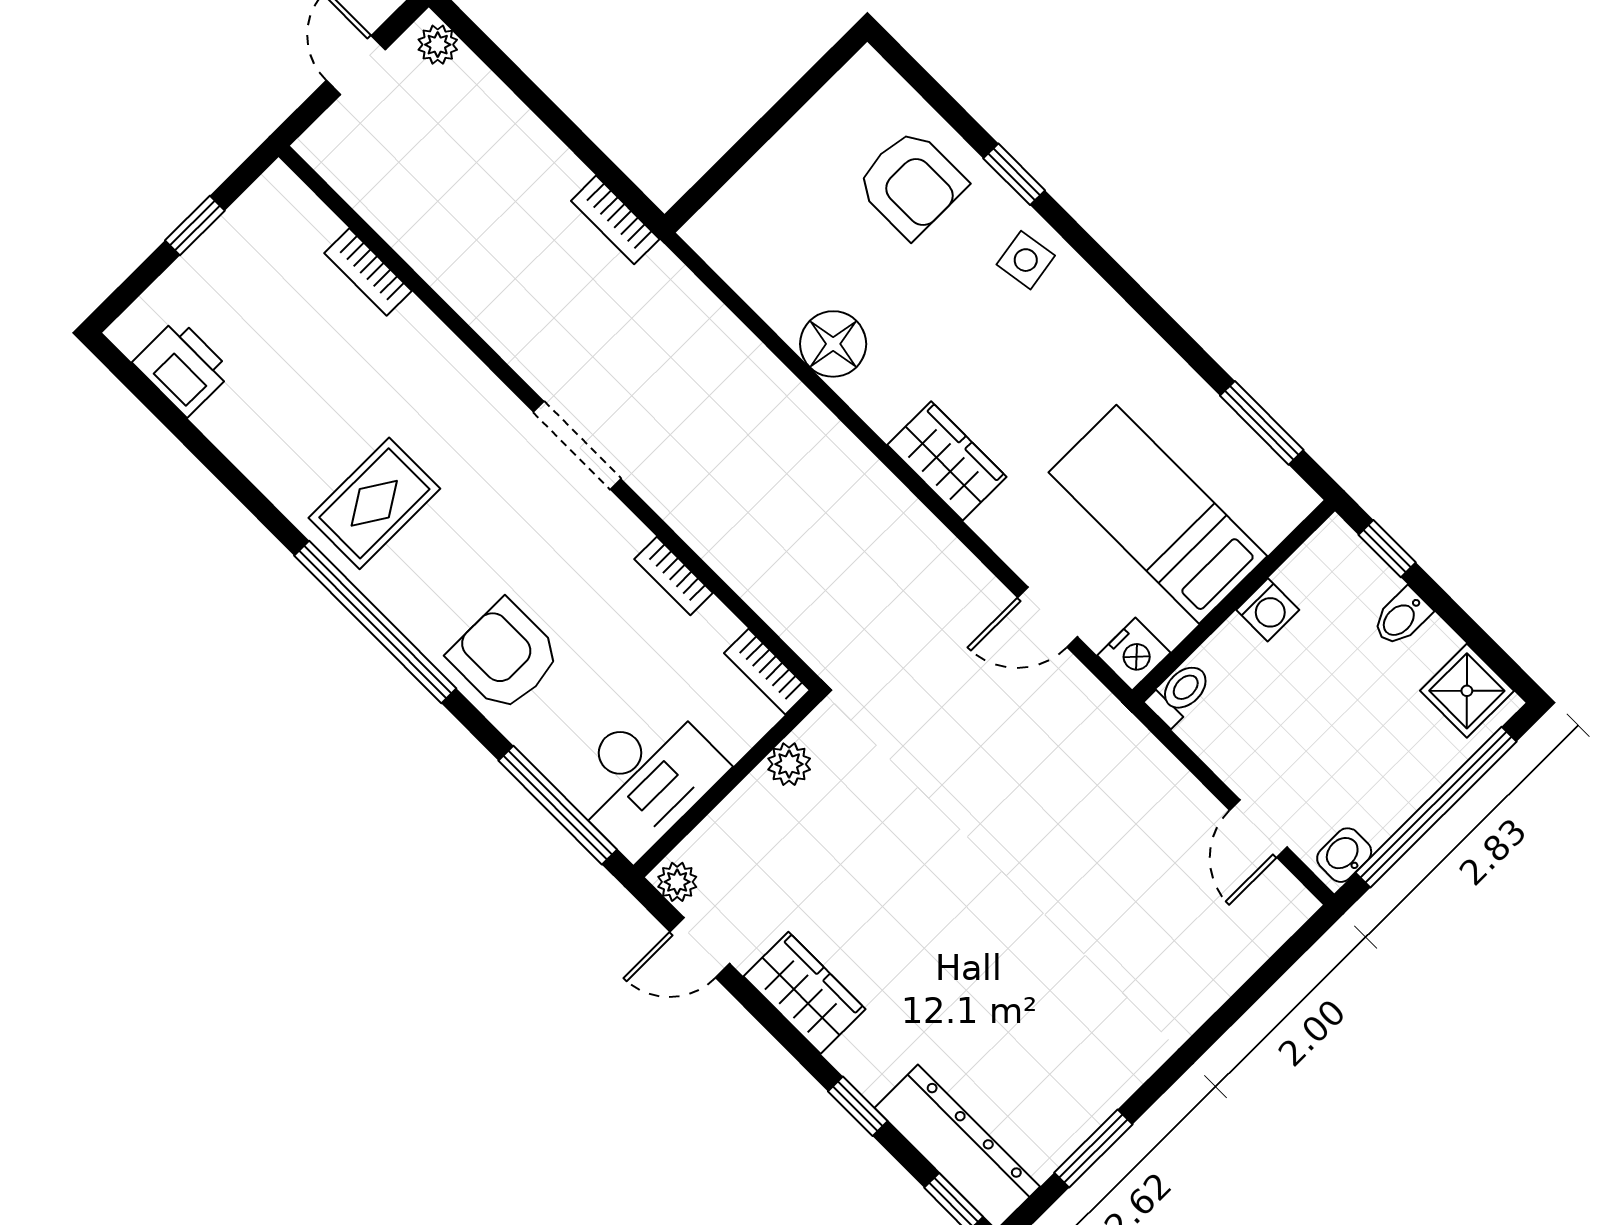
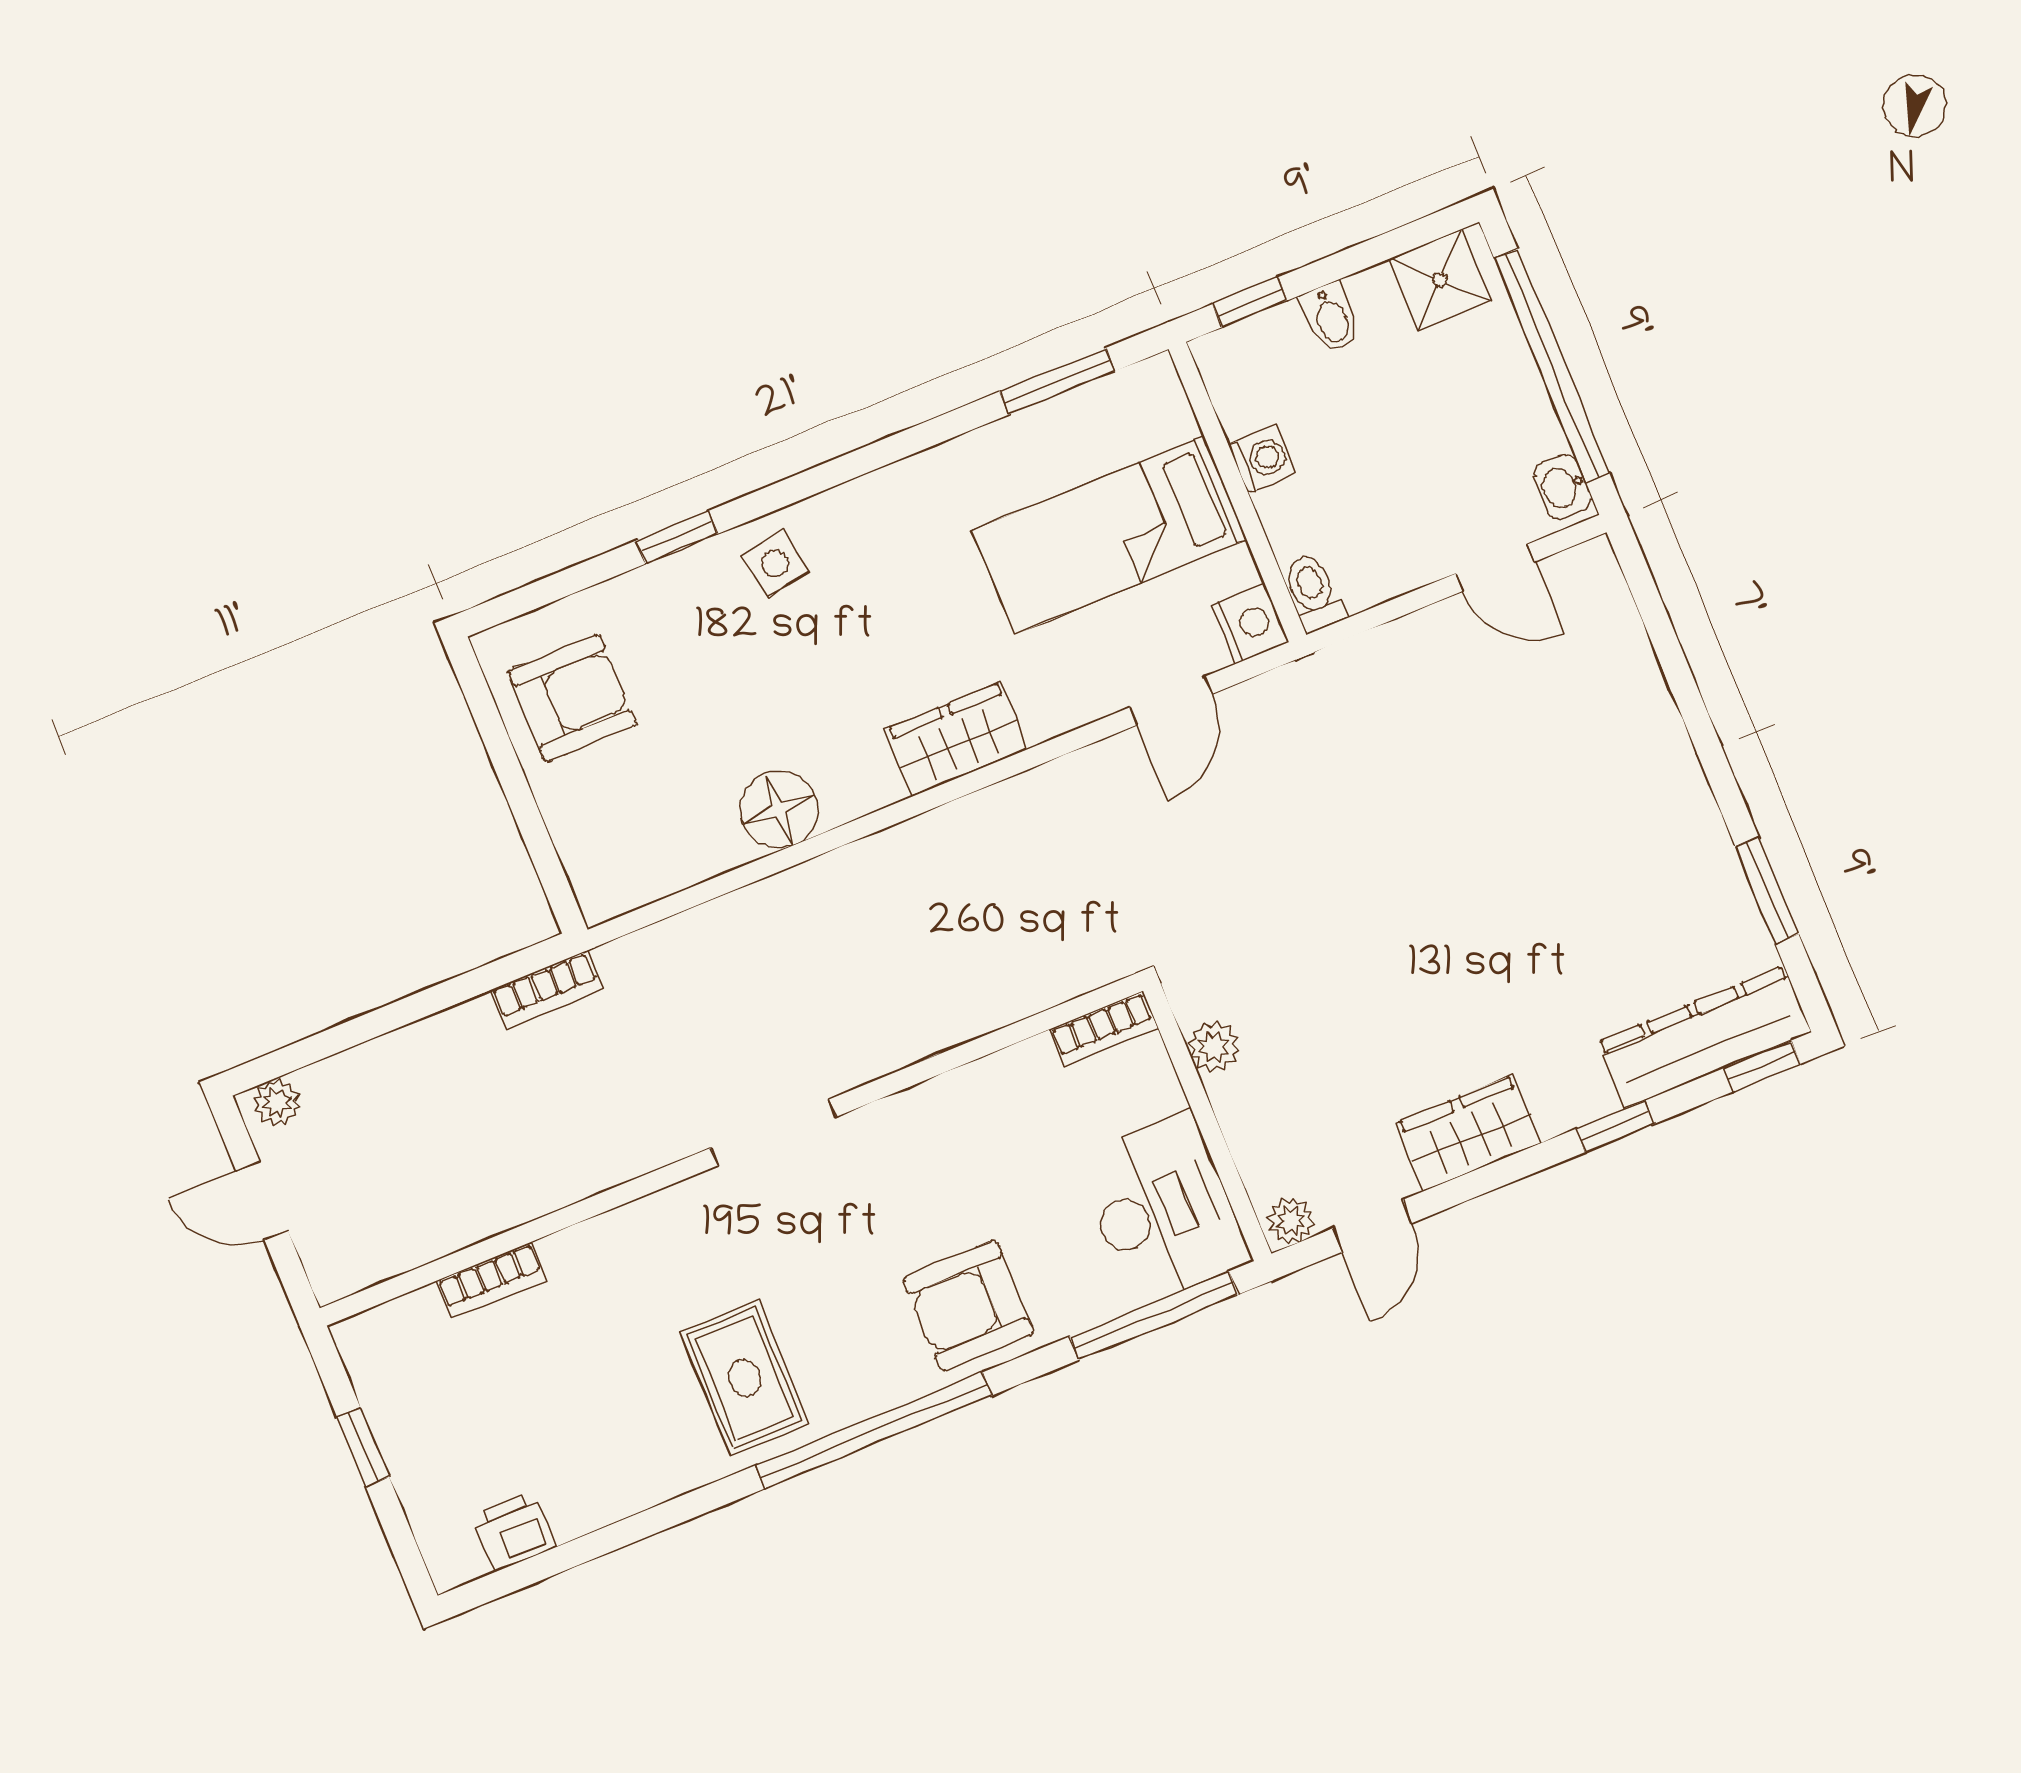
armchair: (911, 184) -> (572, 698), moved
printer: (182, 367) -> (514, 1531), width x0.73, depth x0.81
bookcase: (674, 576) -> (958, 1087), removed

